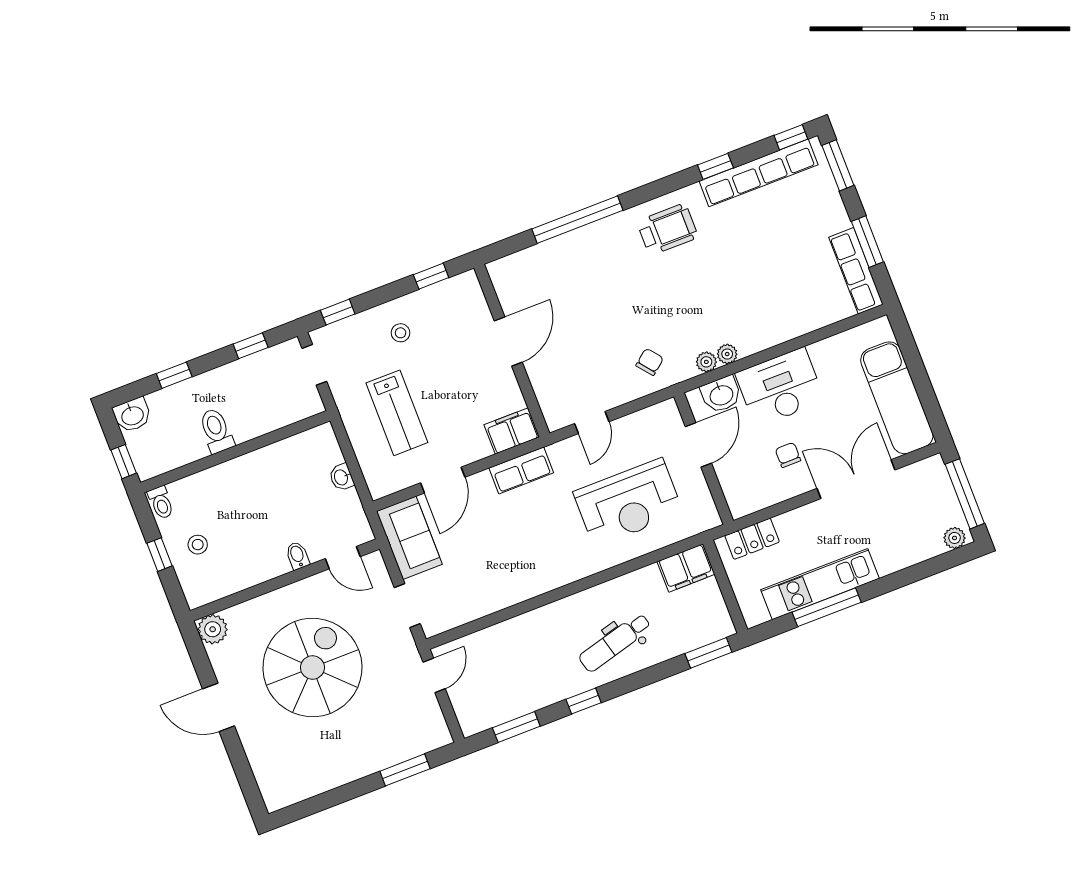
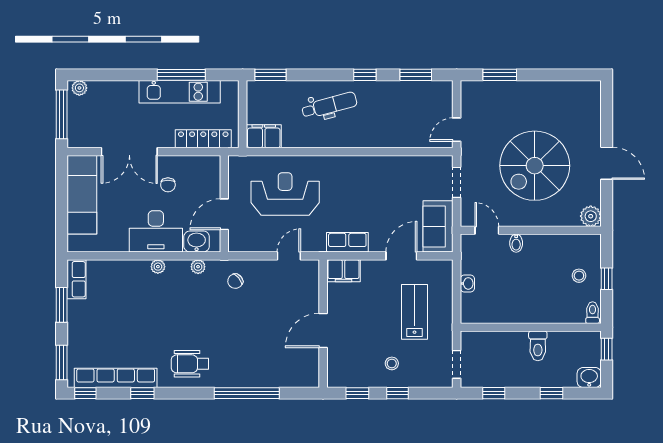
row of seats: (856, 271) -> (76, 279), width x0.68
window: (338, 312) -> (398, 393), moved
plant: (727, 354) -> (158, 267), moved
locker: (752, 539) -> (203, 139), width x1.53

